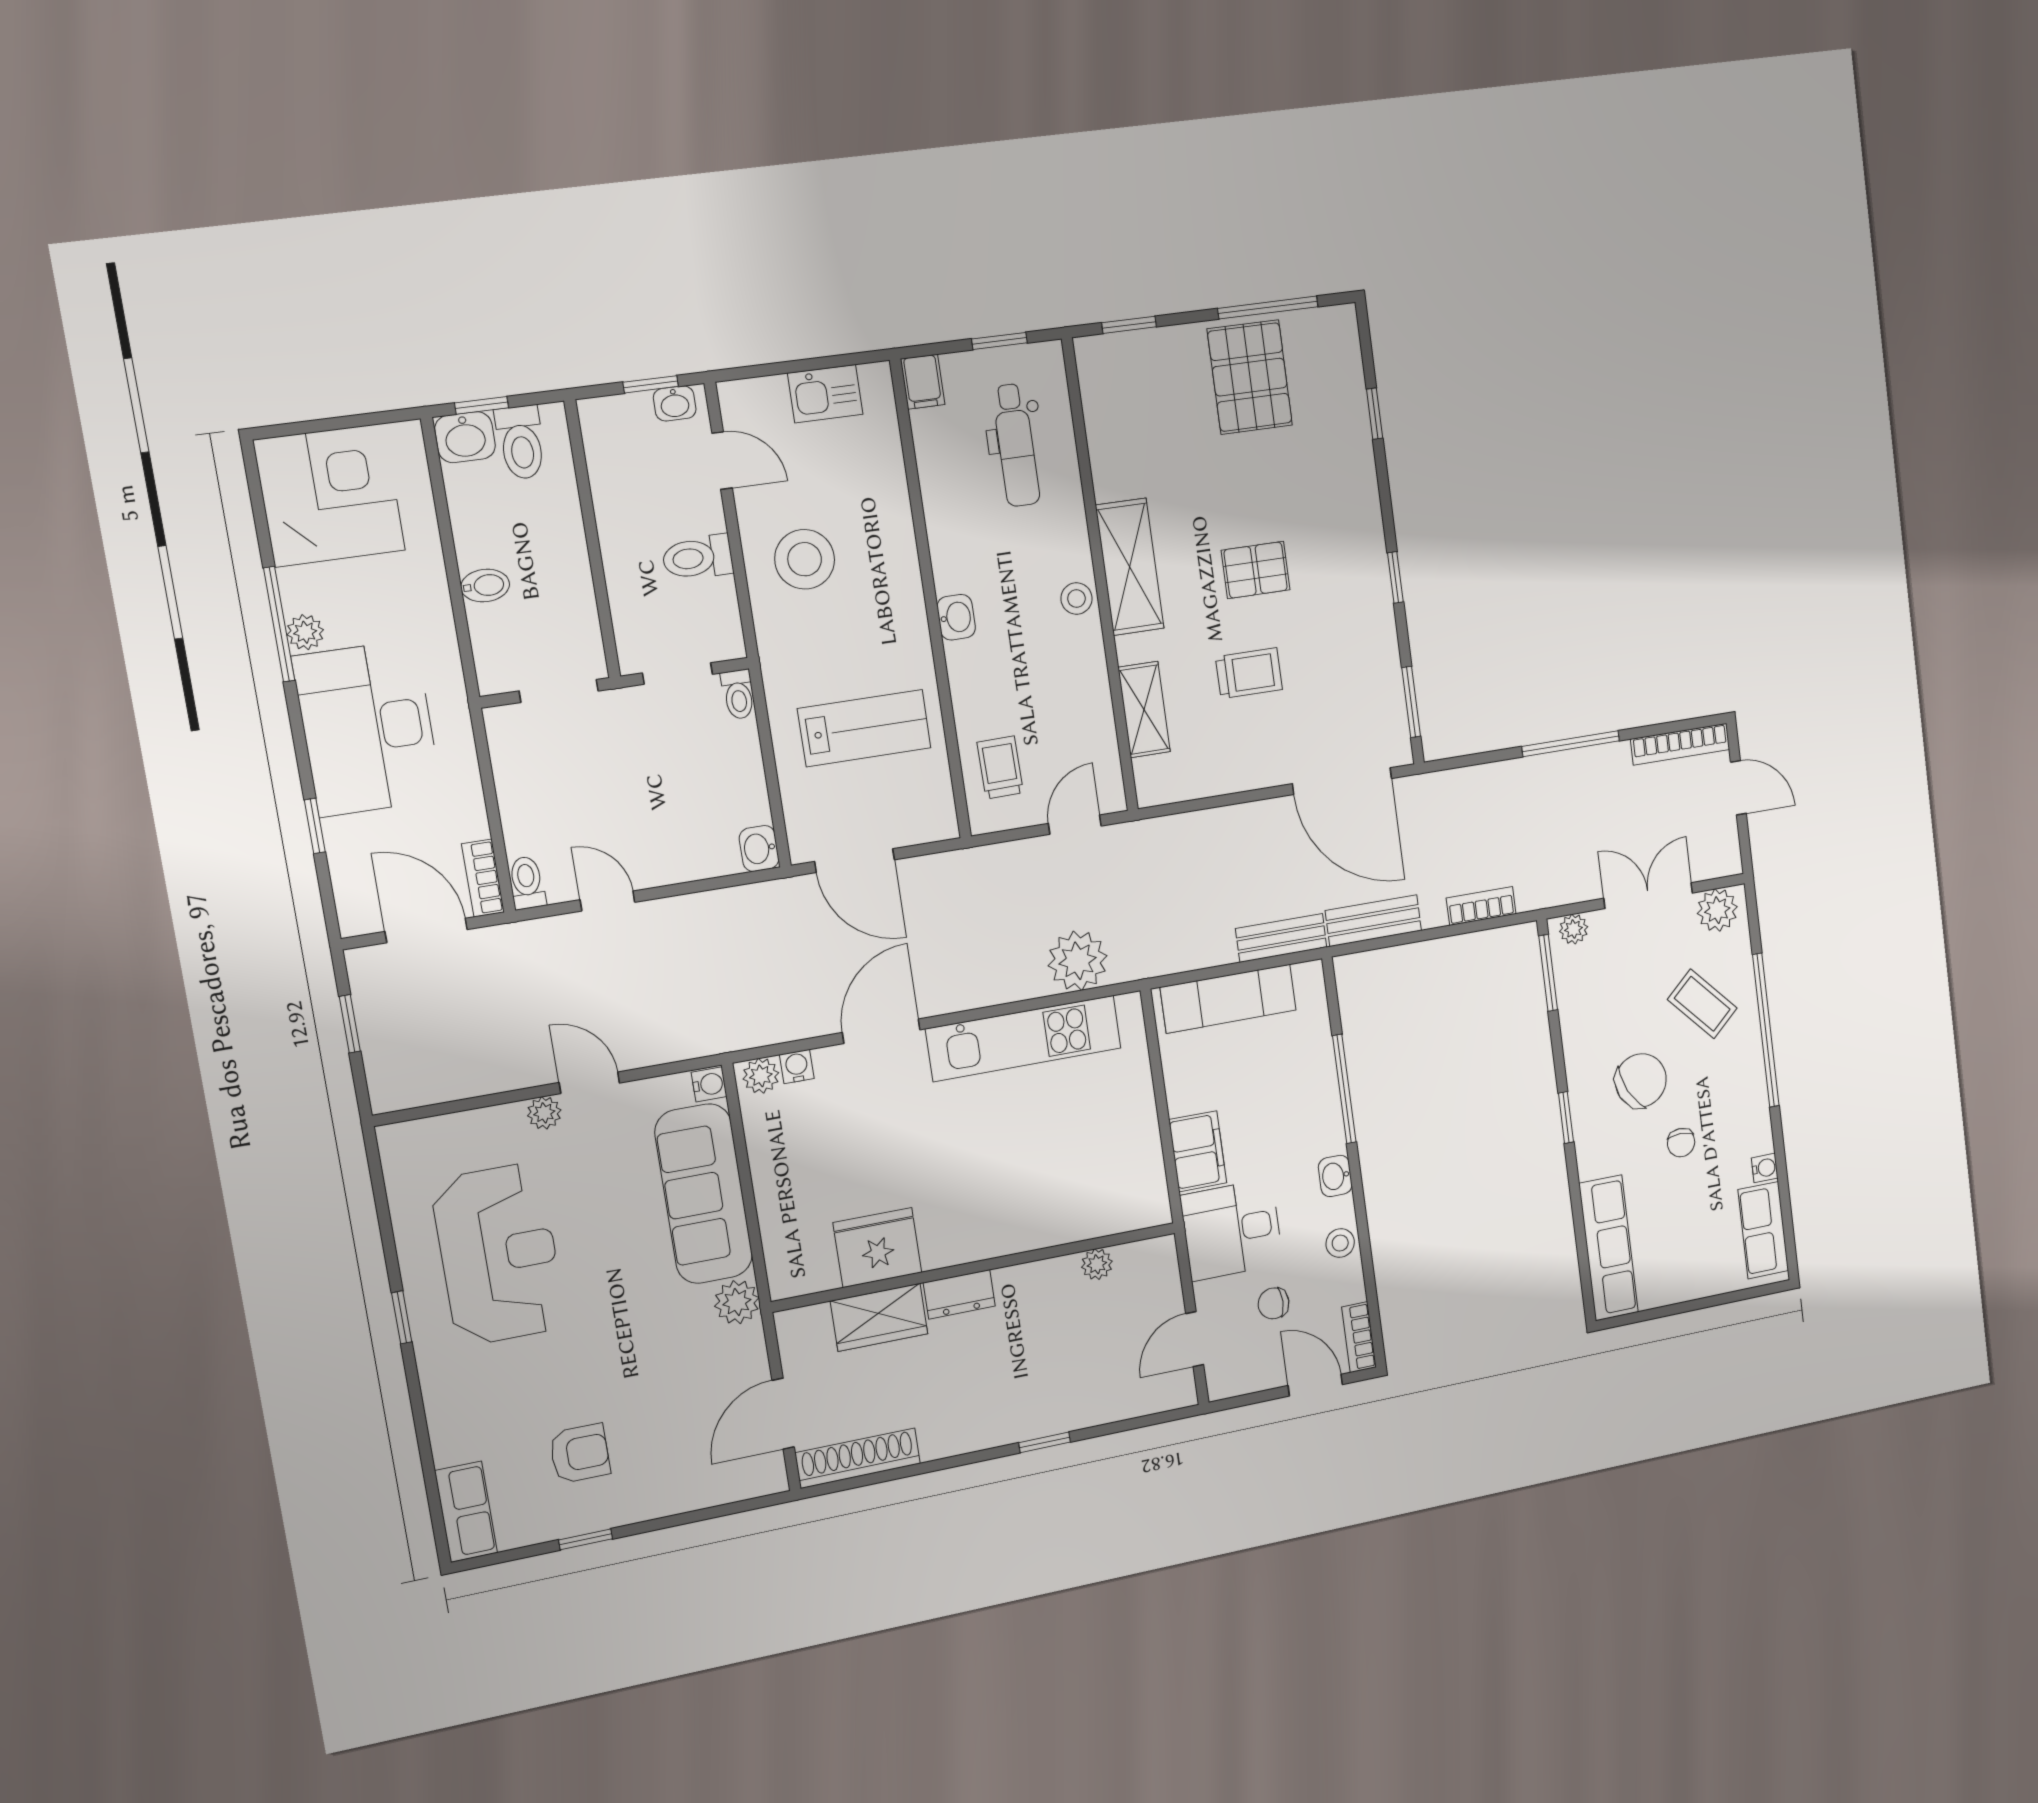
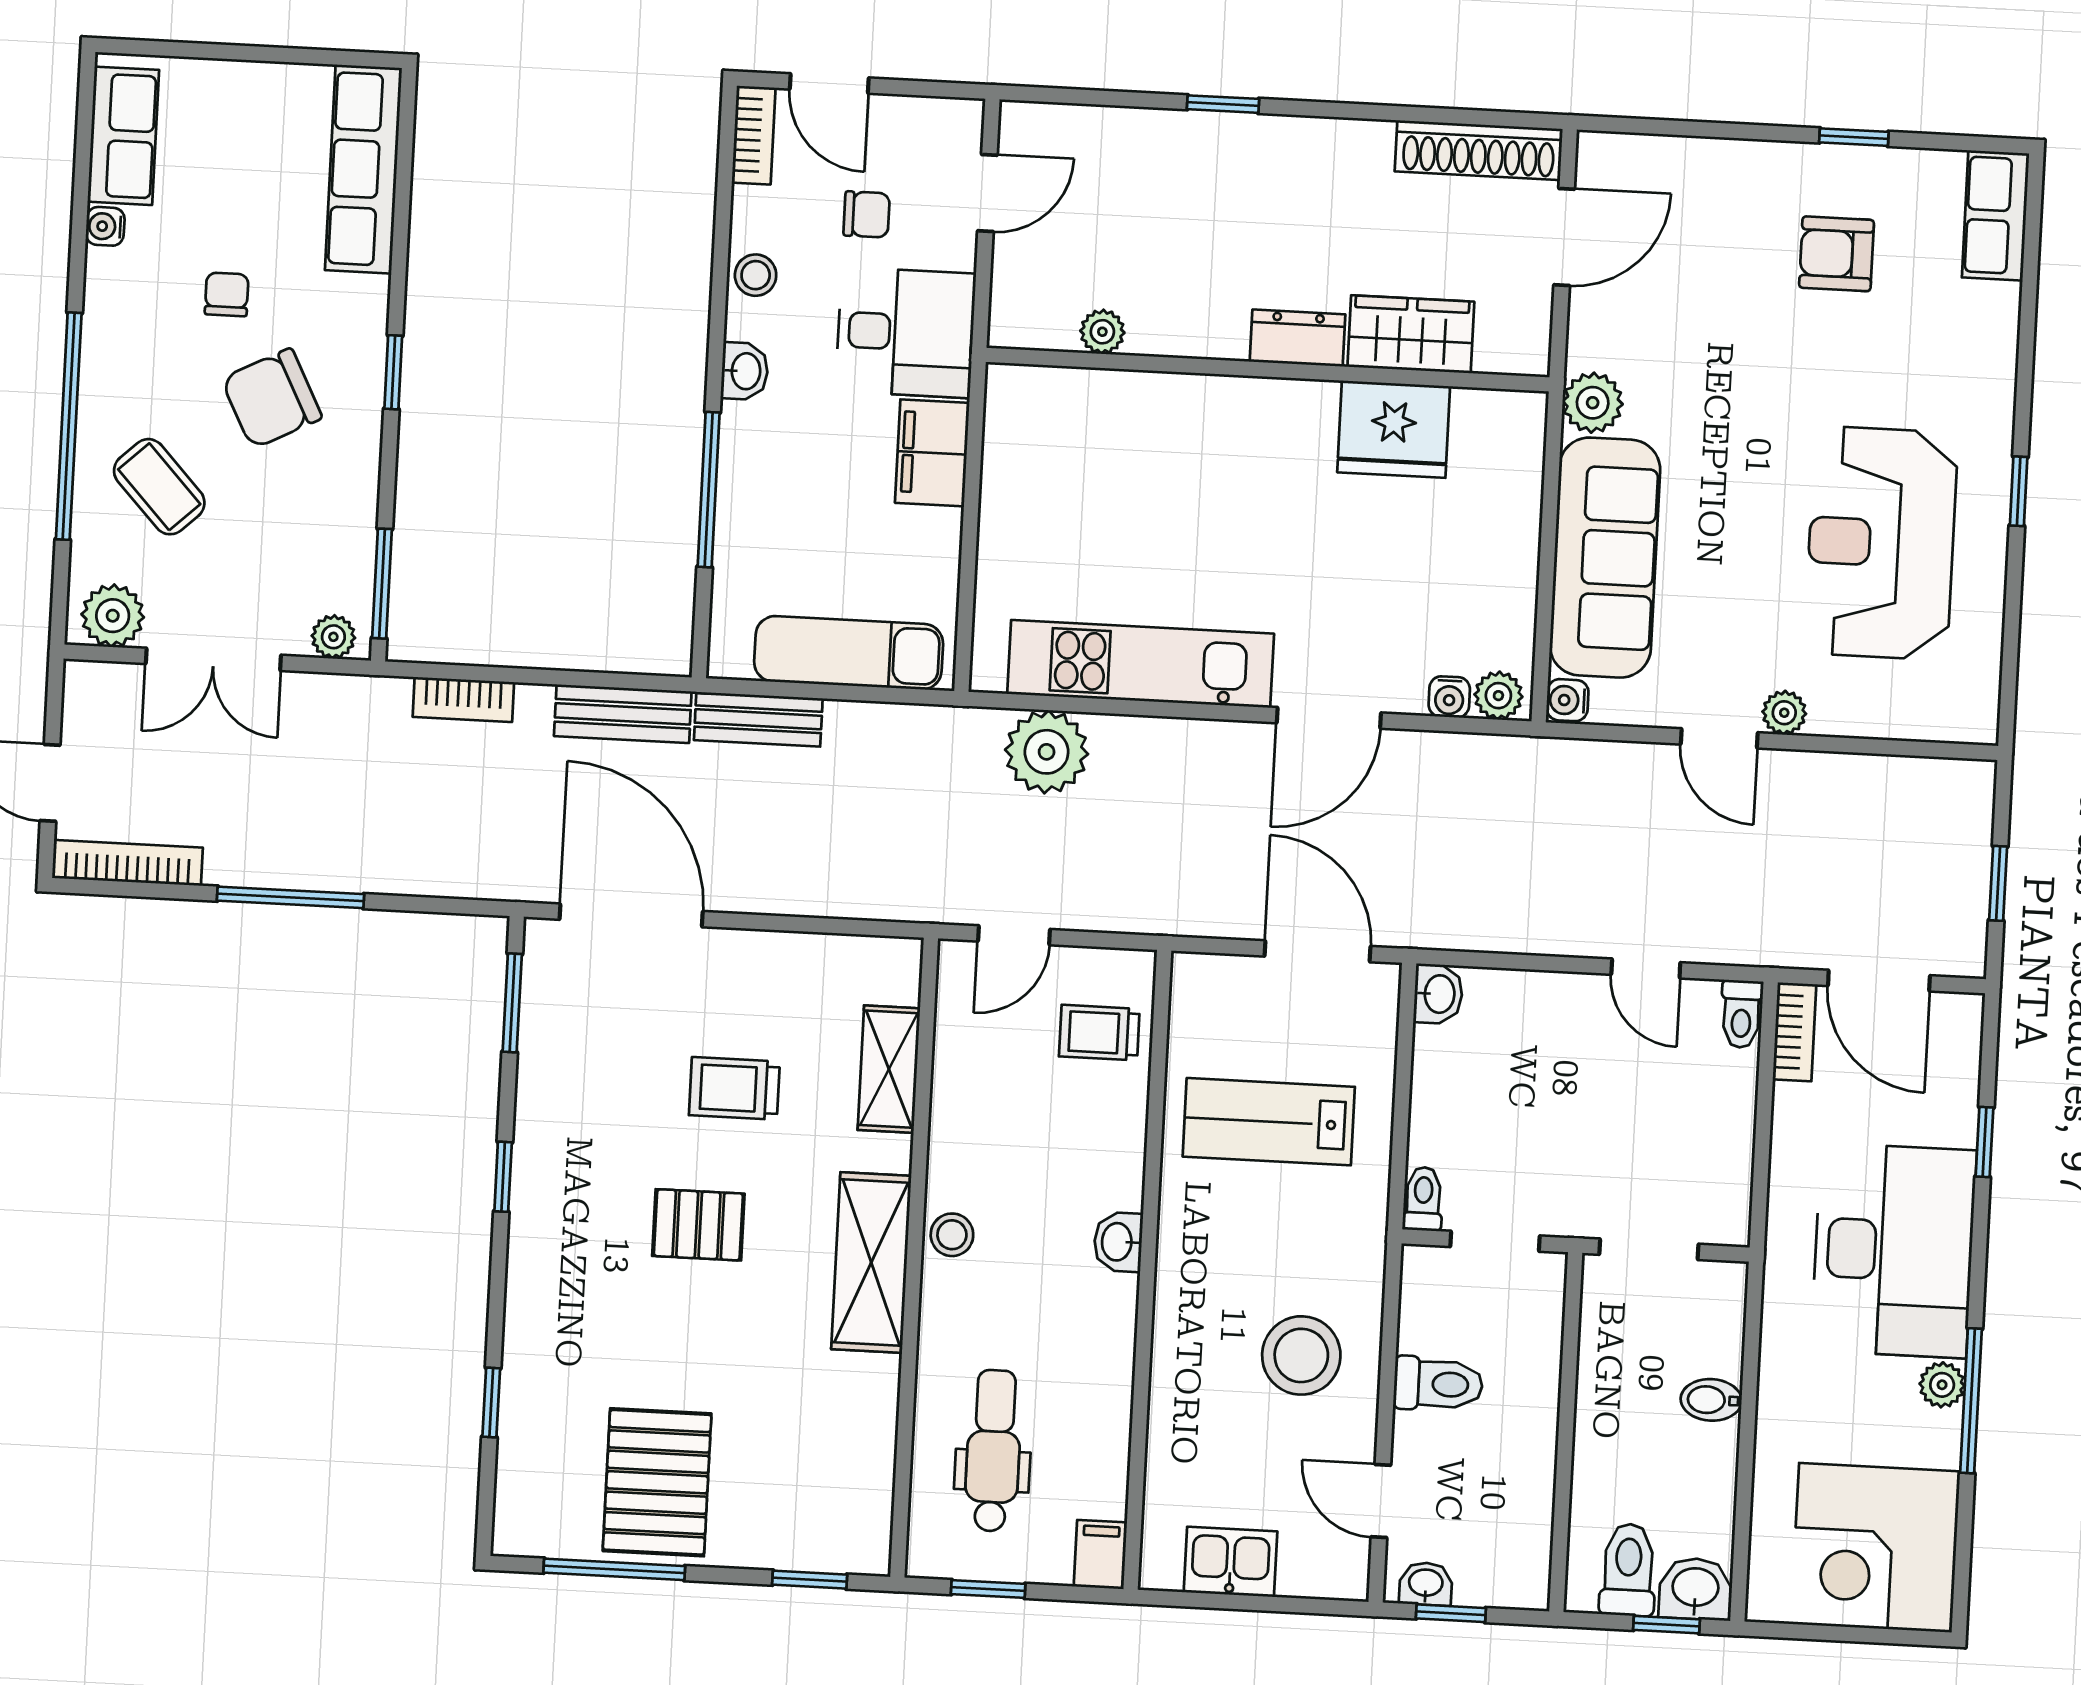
trolley: (1000, 767) -> (1099, 1033), turned 91

